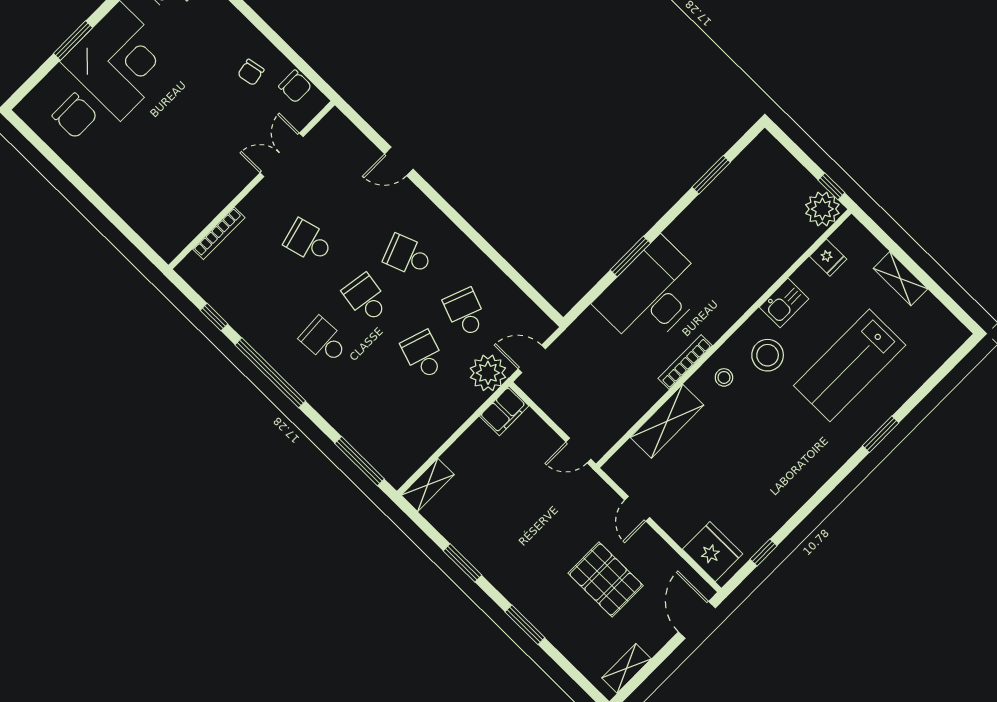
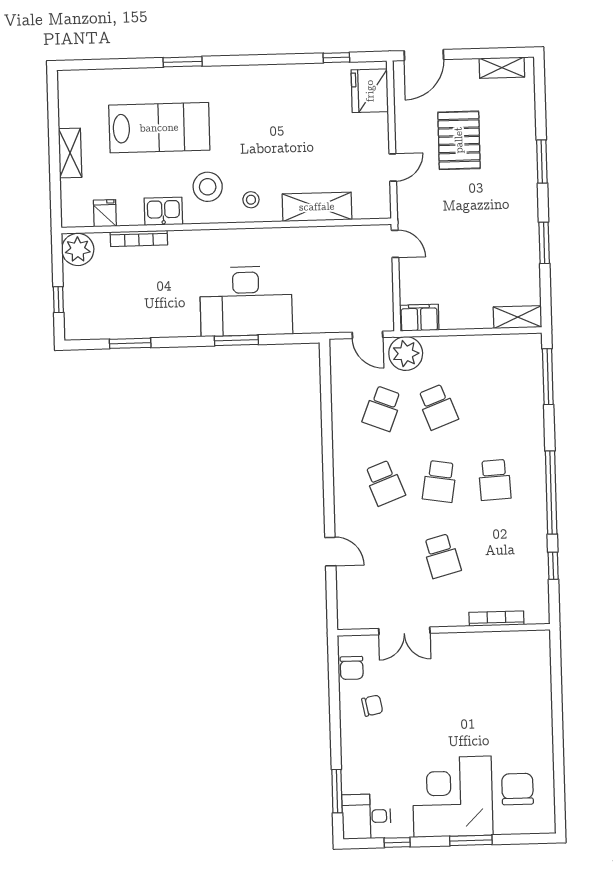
chair: (295, 86) -> (352, 668), turned 180
window: (831, 186) -> (58, 300), moved
school desk: (423, 355) -> (437, 407), turned -39
bookcase: (685, 362) -> (139, 238), moved

